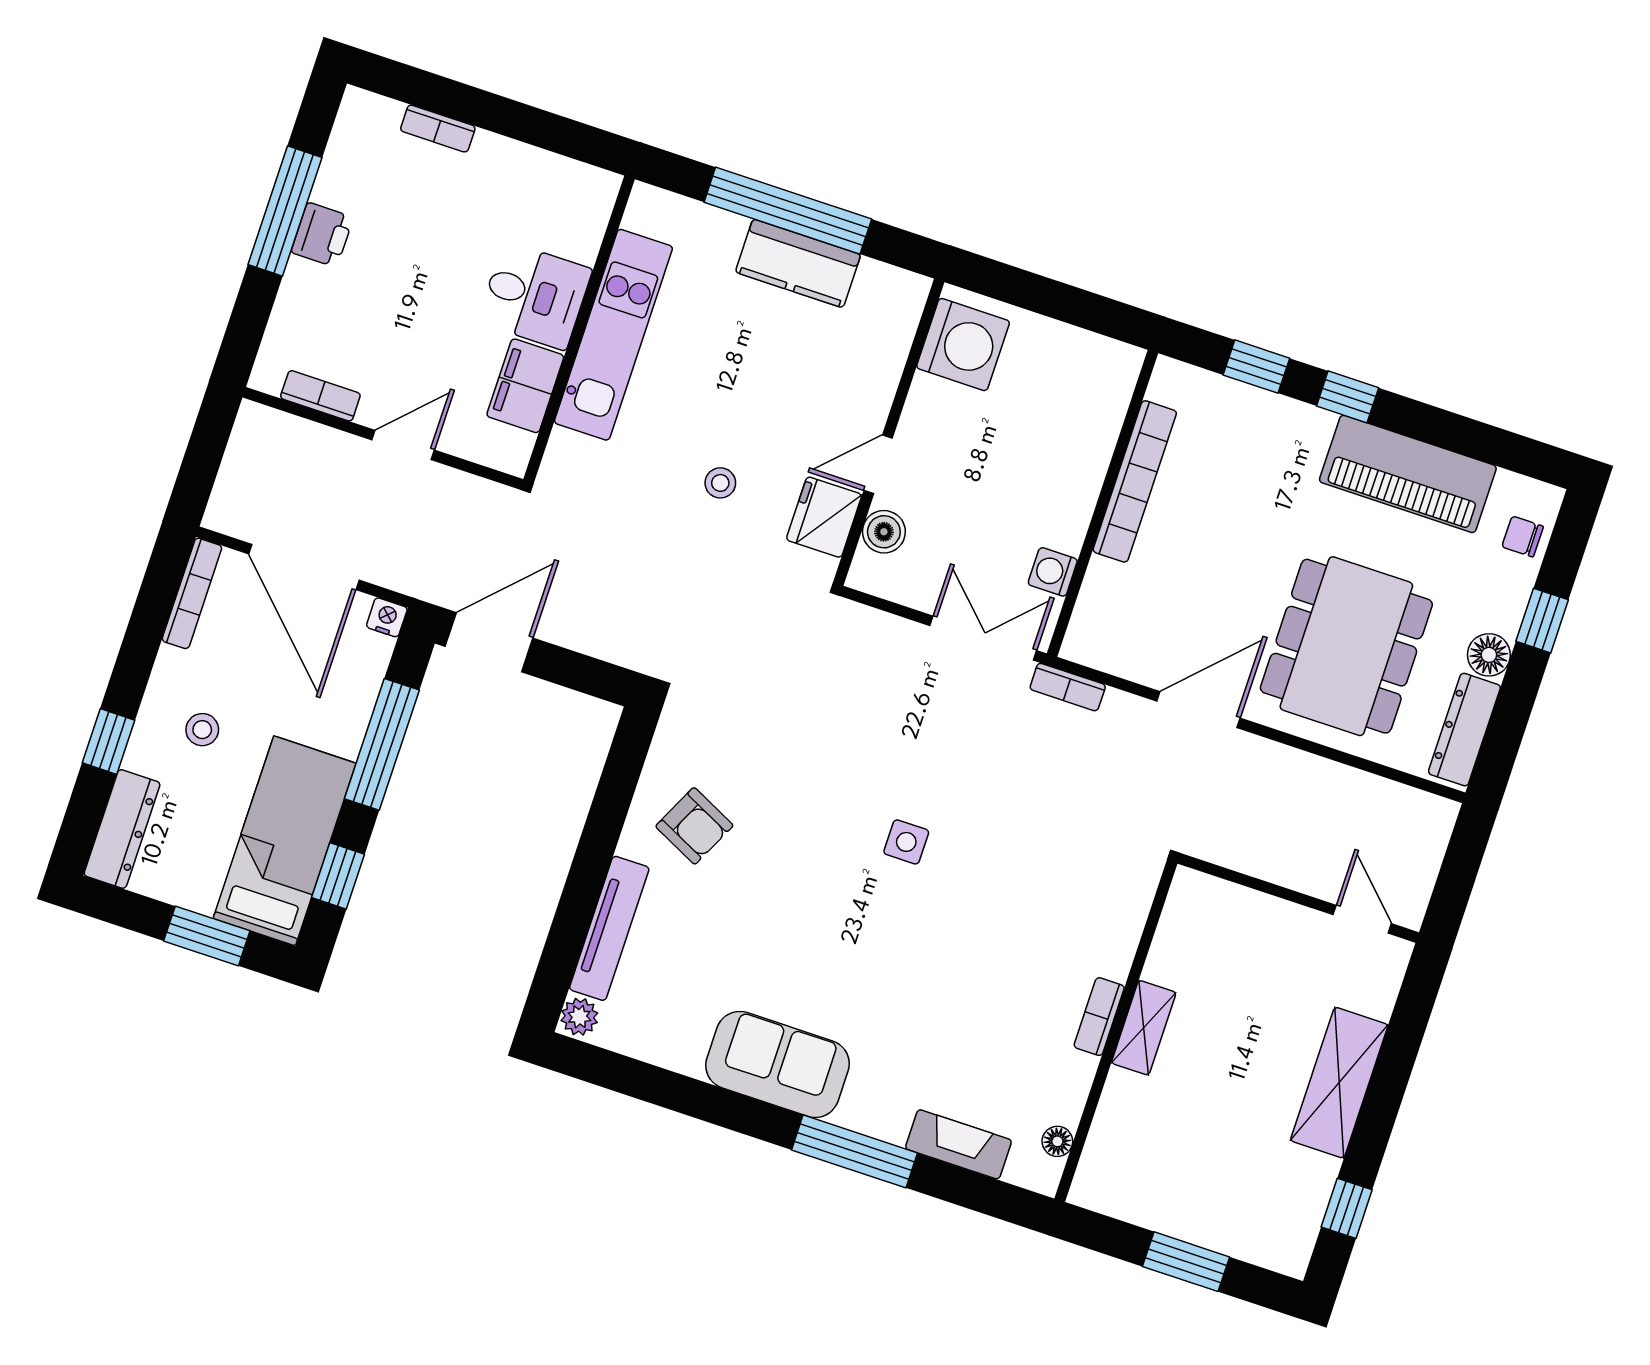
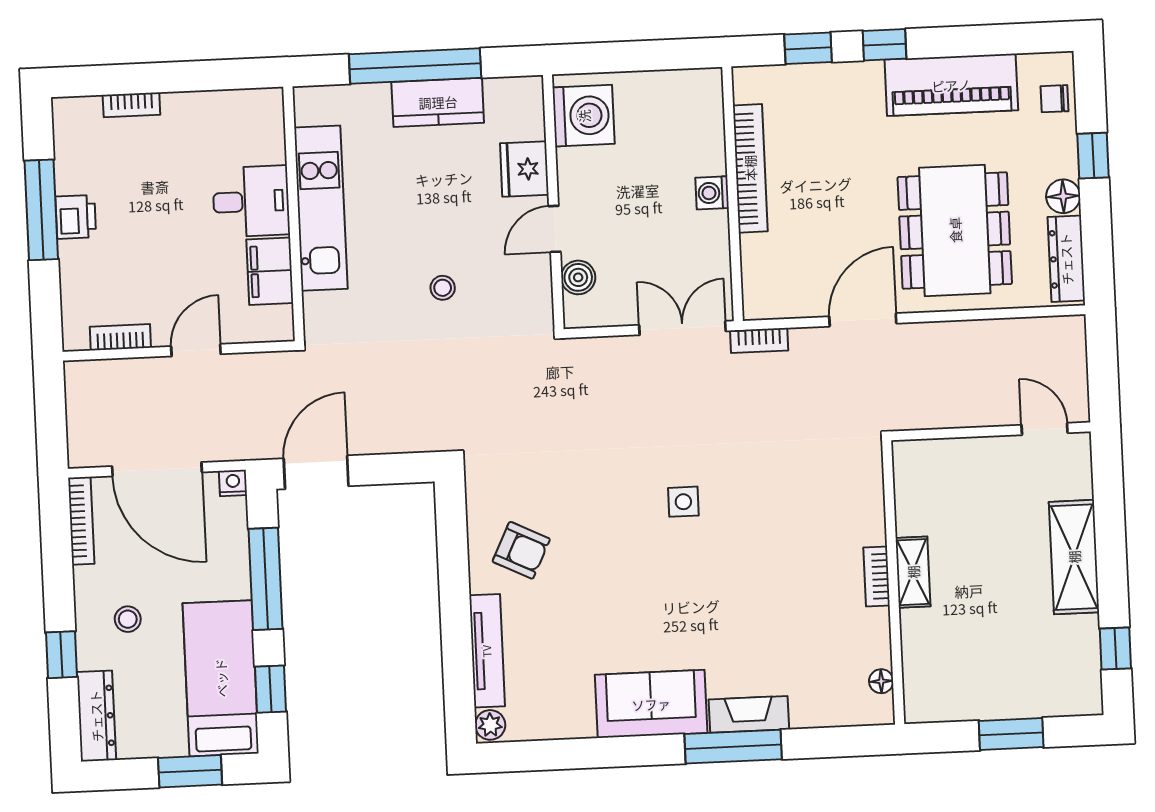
fridge: (824, 517) -> (524, 169), moved
washing machine: (1053, 572) -> (712, 193), moved
fireplace: (958, 1144) -> (749, 714), moved

